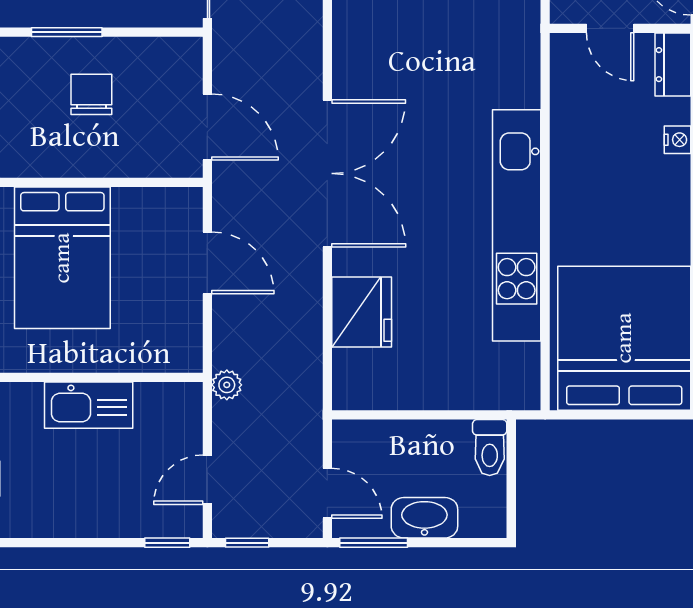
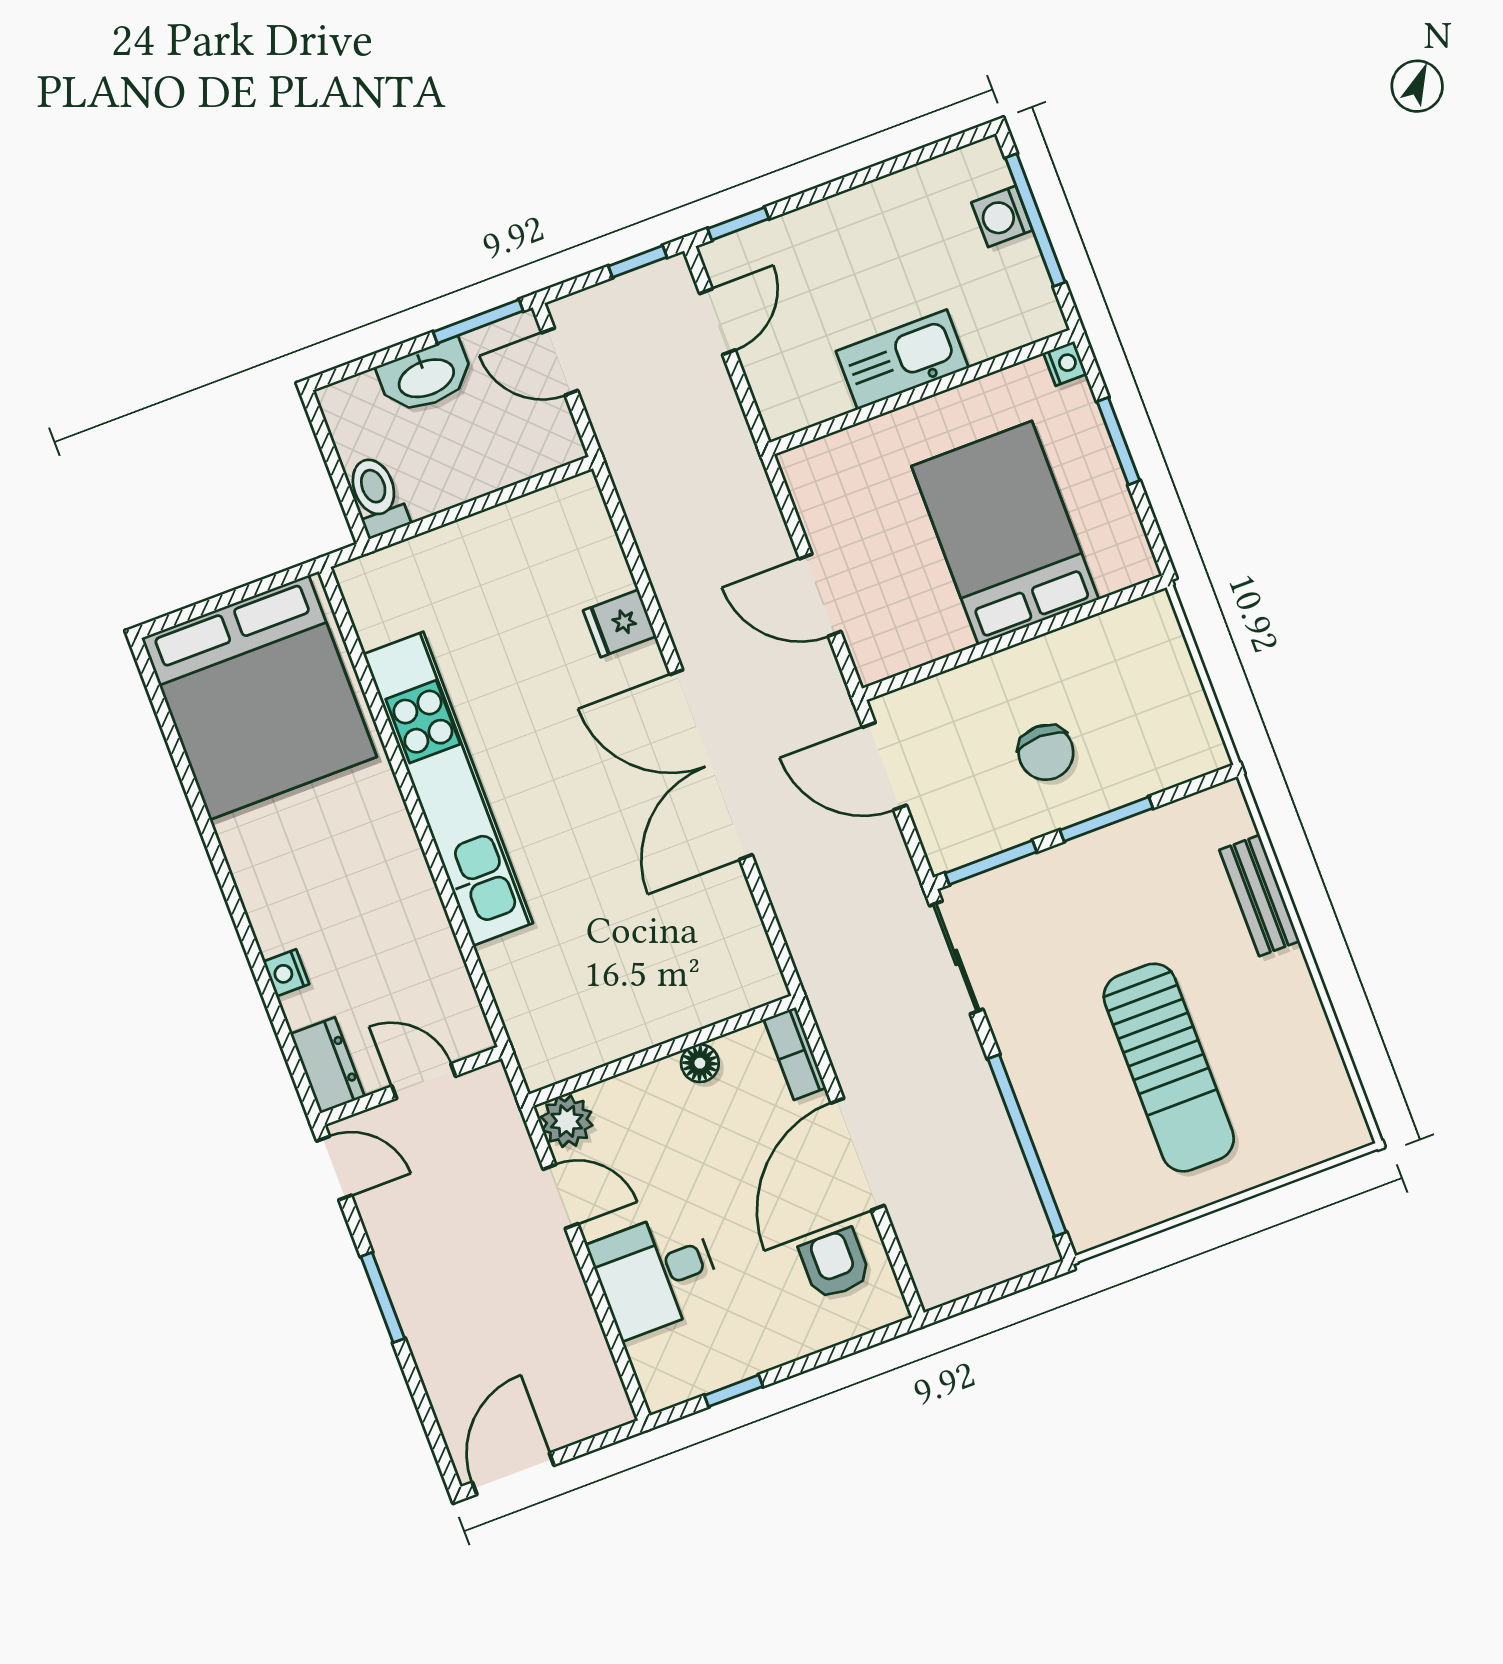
window: (158, 32) -> (991, 862), added
fridge: (362, 312) -> (620, 623), width x0.53, depth x0.75
plant: (227, 385) -> (738, 451), removed

